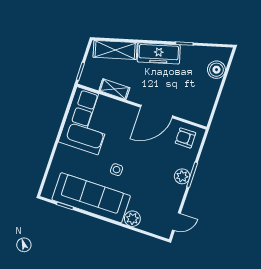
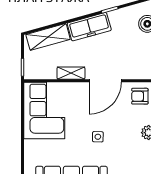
shelving: (114, 89) -> (71, 73), moved
side table: (117, 170) -> (98, 137), moved

